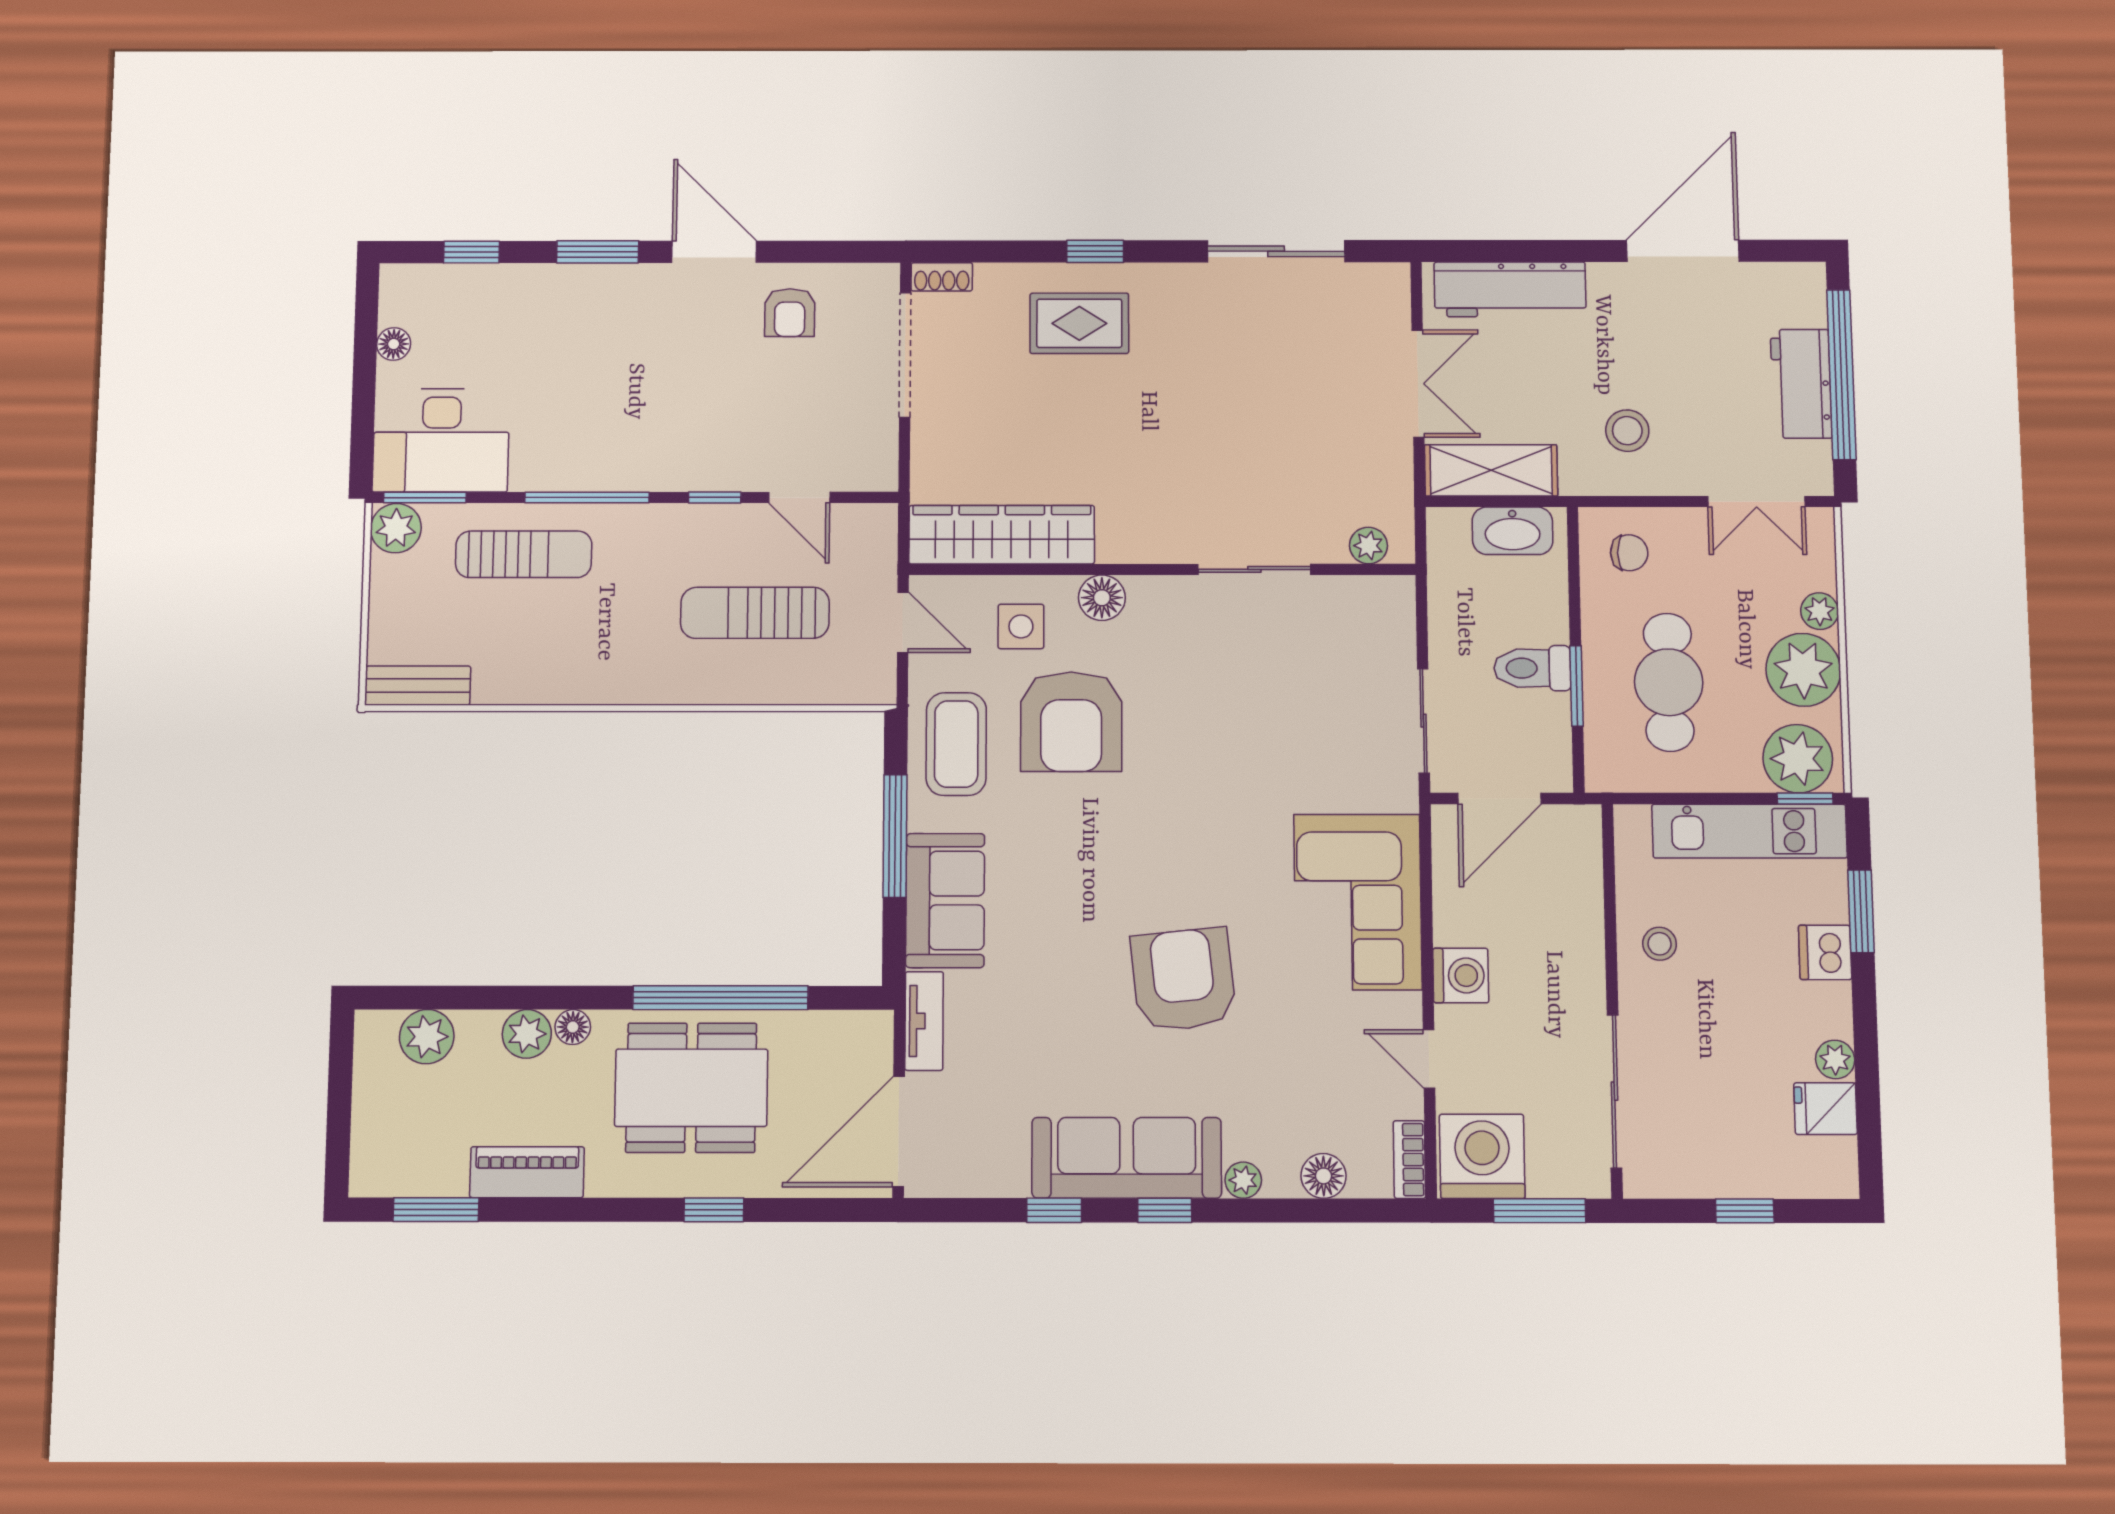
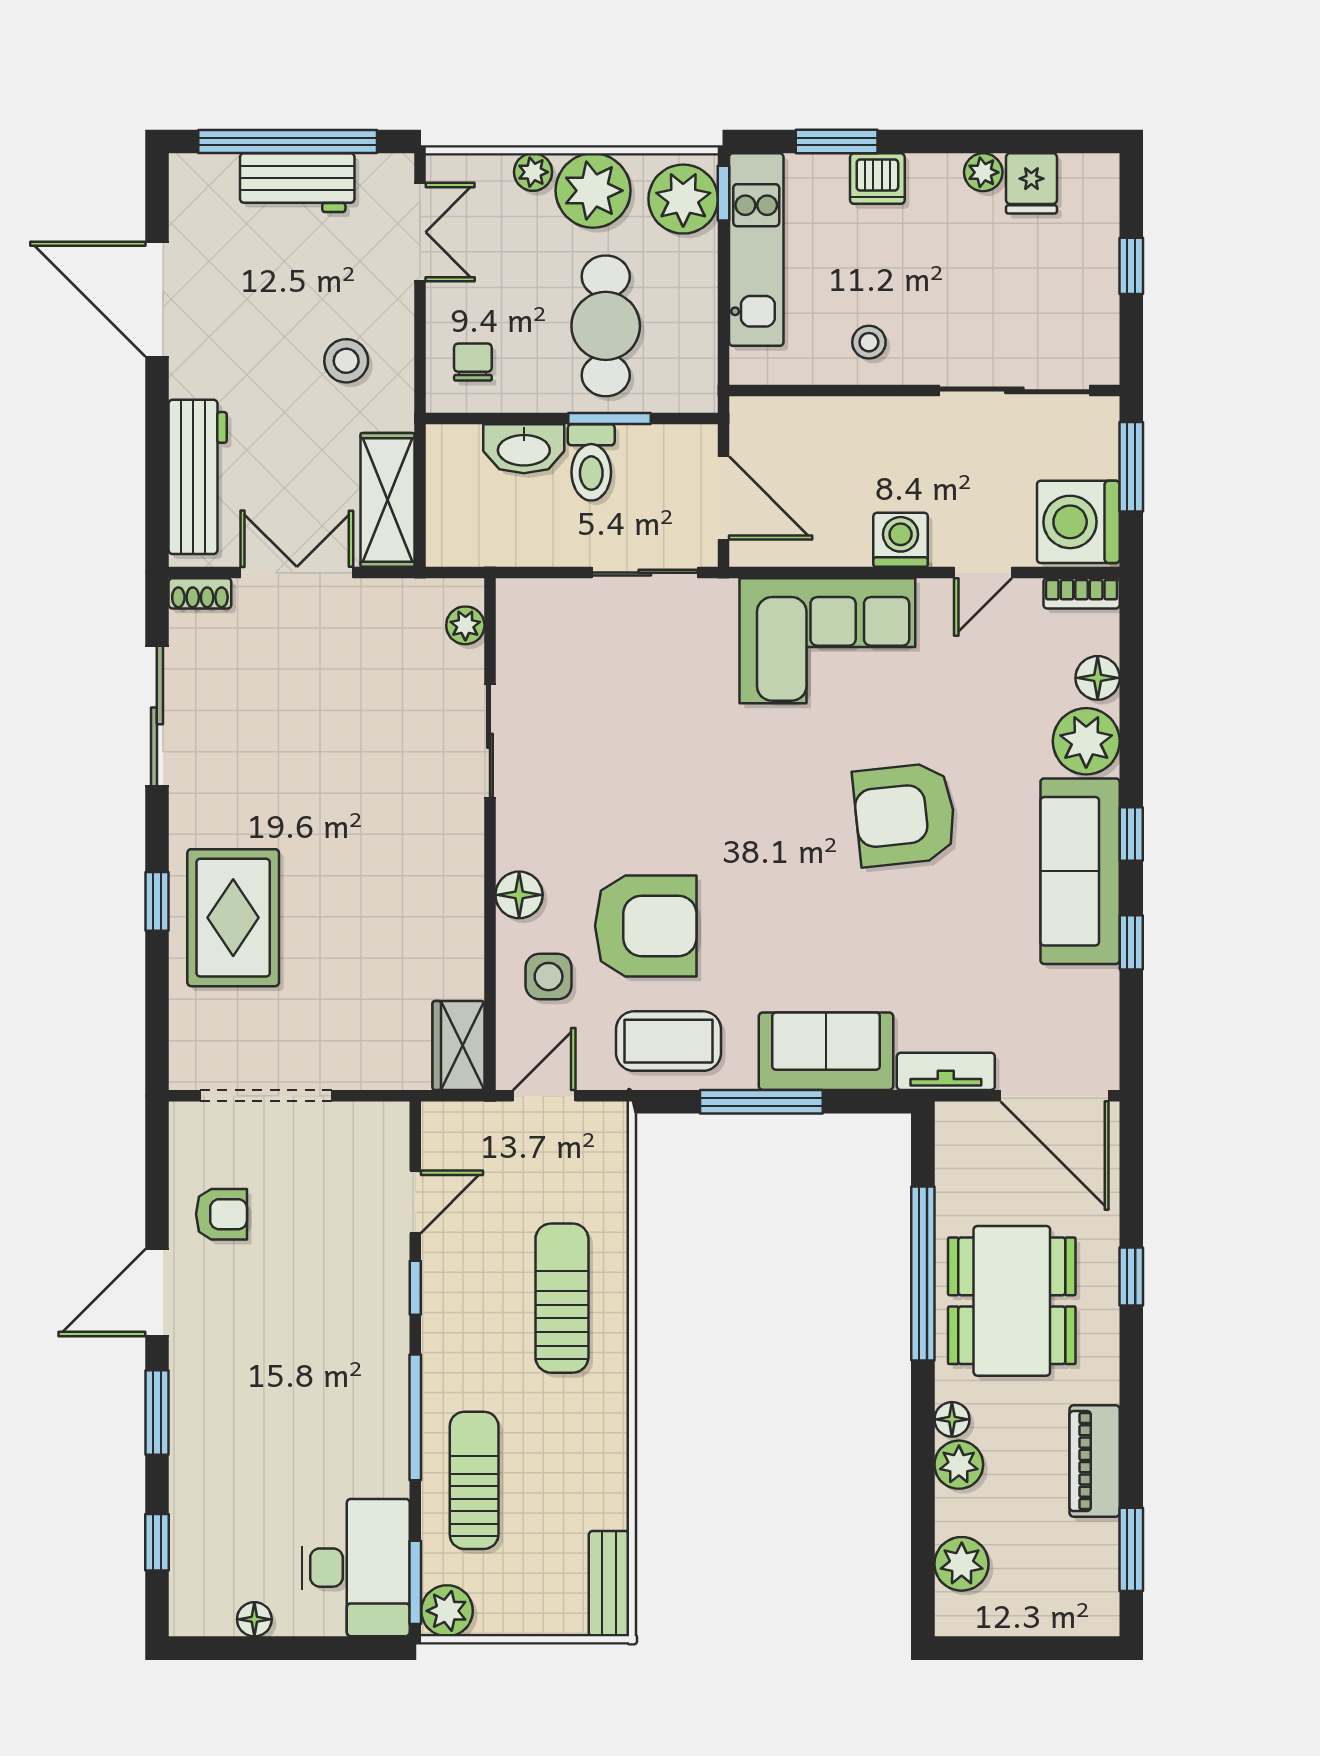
shoe rack: (942, 277) -> (200, 593), moved, turned 90
rug: (1079, 323) -> (233, 918), width x1.36, depth x1.43
washbasin: (1512, 531) -> (524, 449), moved, turned 90
wardrobe: (1002, 535) -> (458, 1045), width x0.48, depth x0.85
sun lounger: (755, 613) -> (562, 1298), moved, turned 180
cafe table: (1669, 682) -> (606, 326), turned 90
plant: (1243, 1180) -> (1086, 741), width x1.88, depth x1.88

